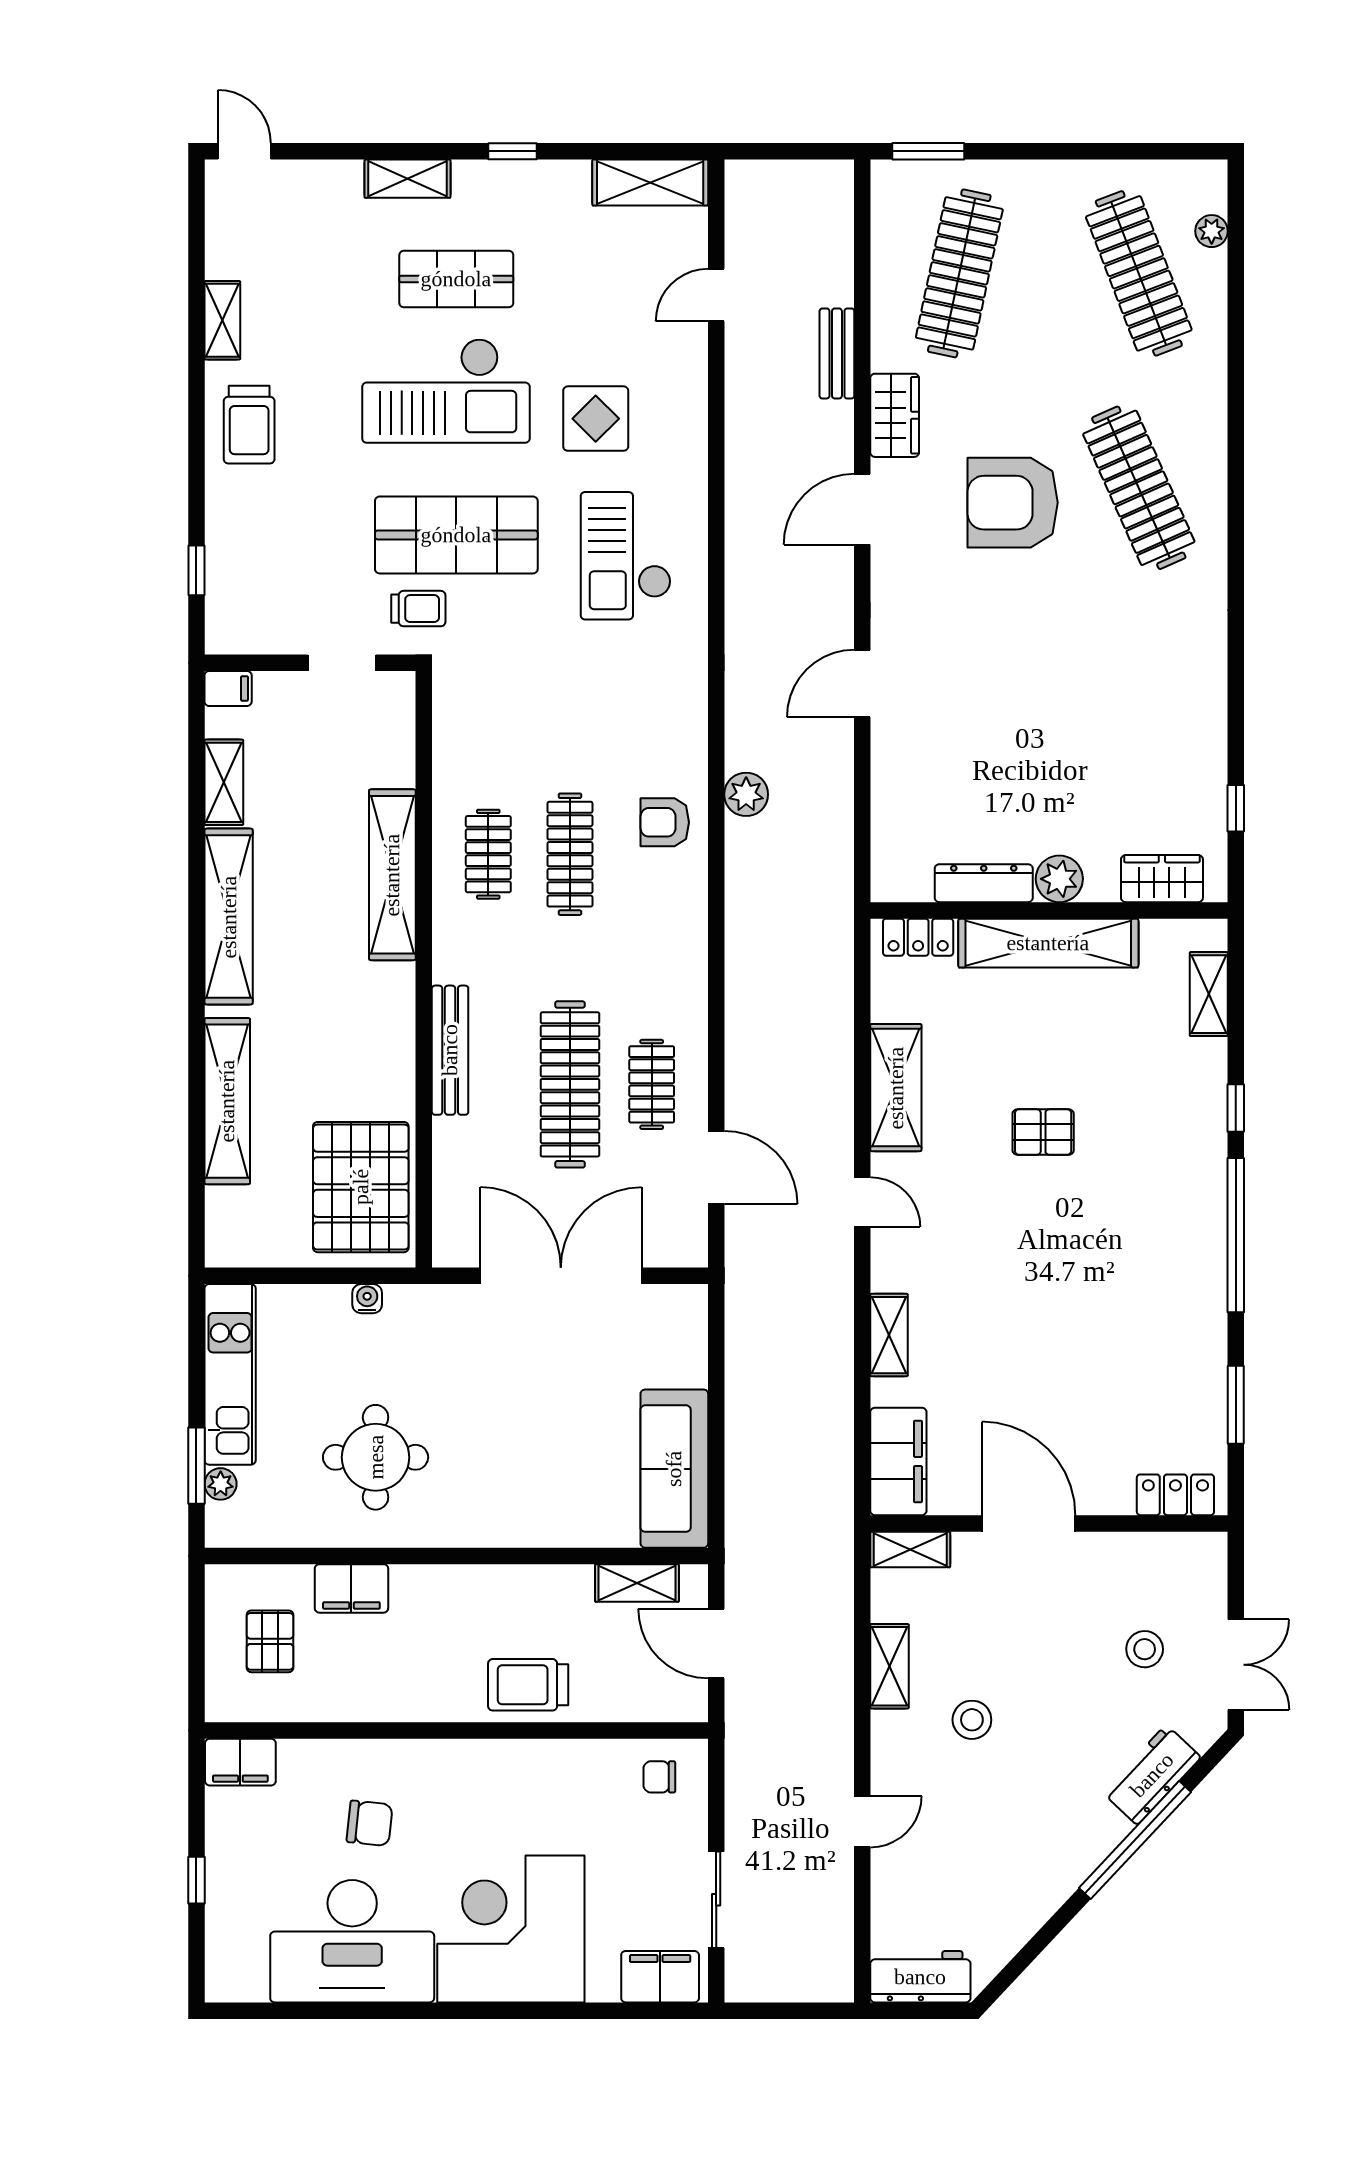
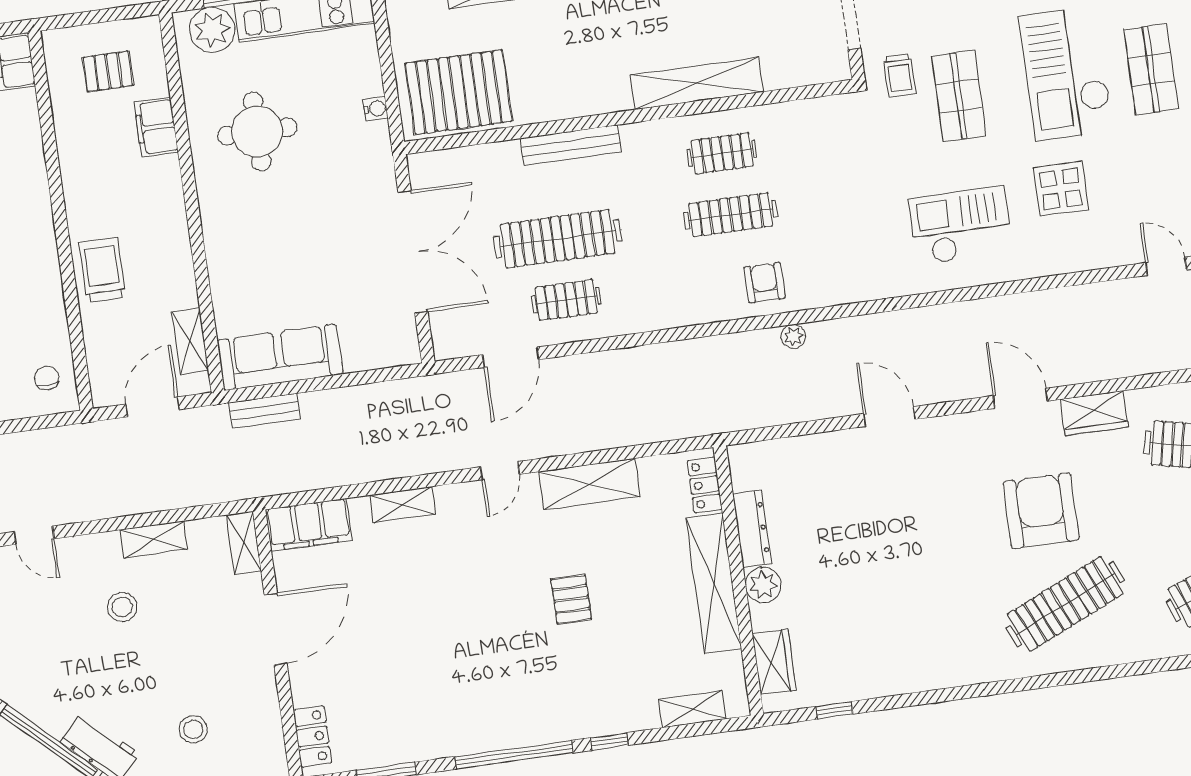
bench: (837, 353) -> (265, 411), moved
shop shelf: (456, 535) -> (959, 96), width x0.70, depth x0.74
plant: (746, 794) -> (793, 336), width x0.73, depth x0.73
plant: (221, 1484) -> (212, 30), width x1.88, depth x1.88

